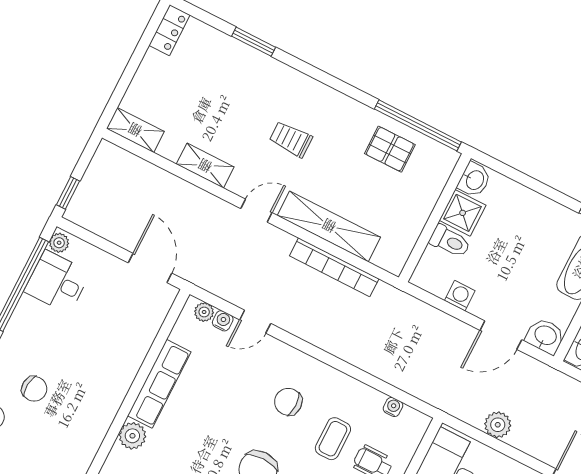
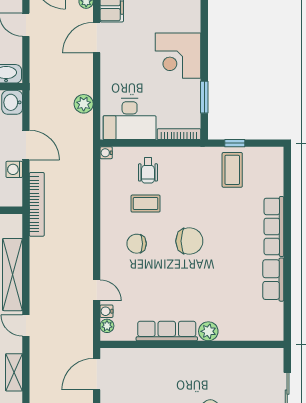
bookcase: (334, 267) -> (37, 204), moved
door: (501, 335) -> (26, 145), moved
chair: (288, 402) -> (137, 244), turned 90
water cooler: (393, 407) -> (106, 153), moved

